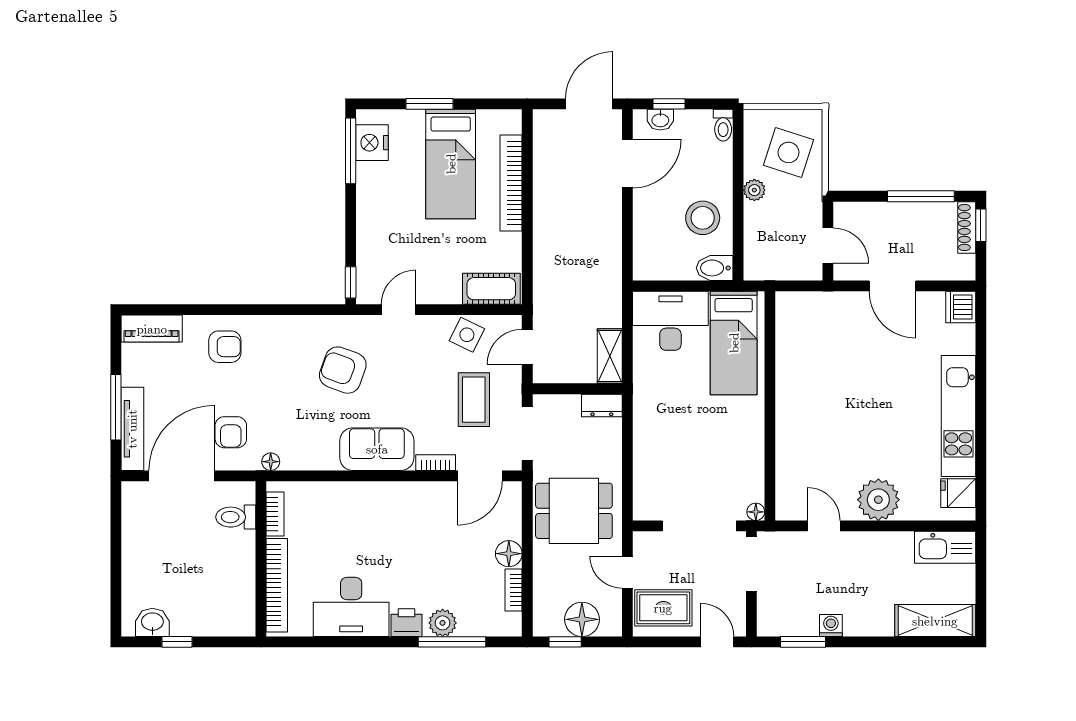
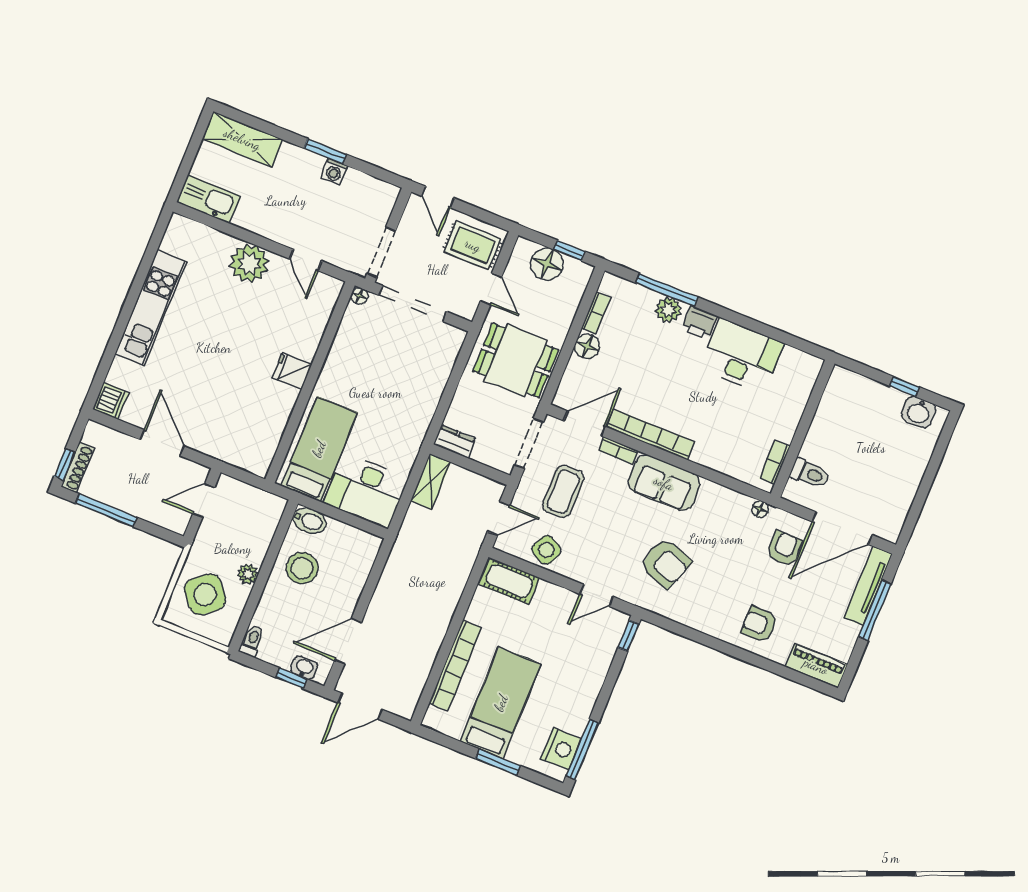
side table: (789, 152) -> (205, 594), turned 32
door: (828, 246) -> (204, 500), hinge flipped
fridge: (958, 493) -> (292, 371), moved, turned 180
bookcase: (277, 585) -> (651, 434), moved, turned 90
window: (803, 642) -> (325, 151), moved

